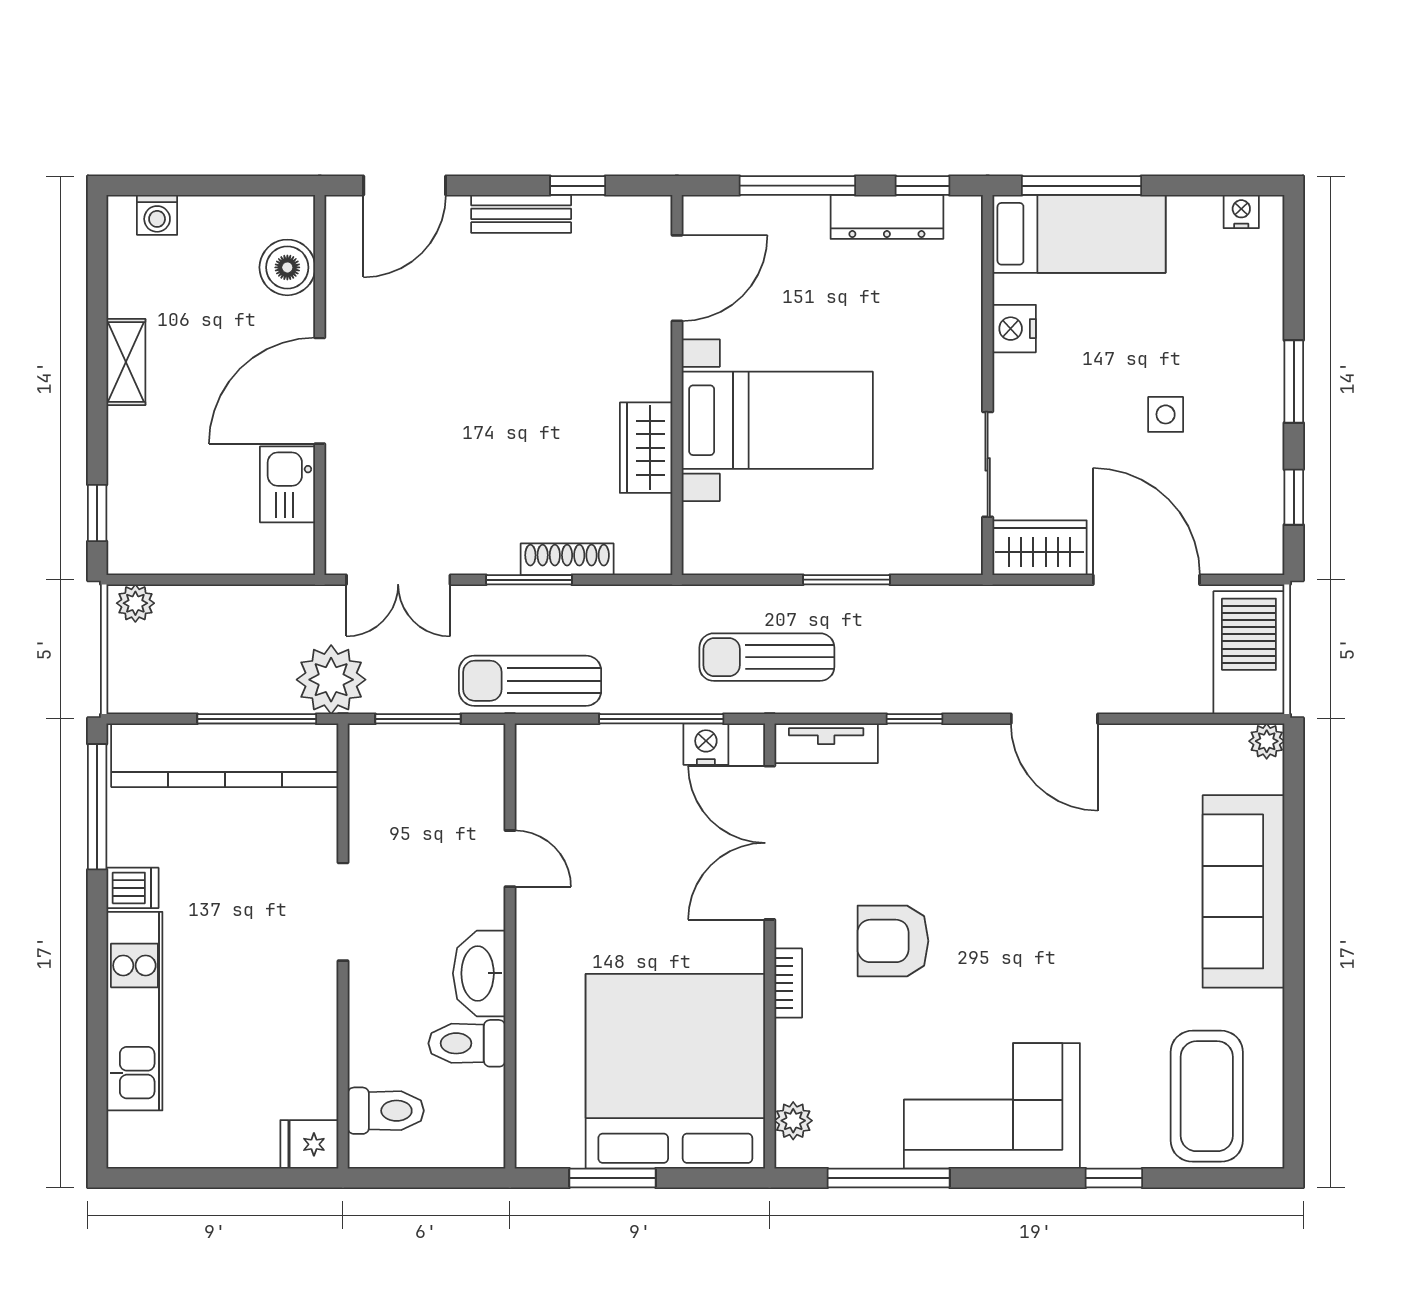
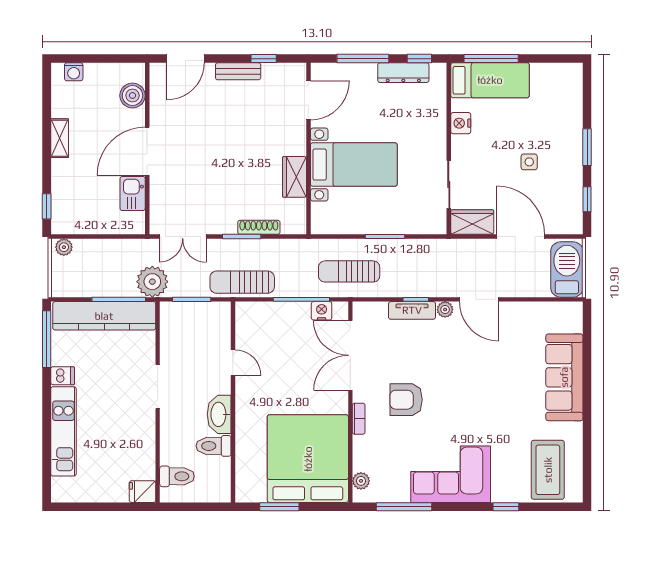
nightstand: (1241, 211) -> (563, 70), removed
plant: (1267, 741) -> (445, 309), moved
tv unit: (826, 743) -> (412, 310), moved

